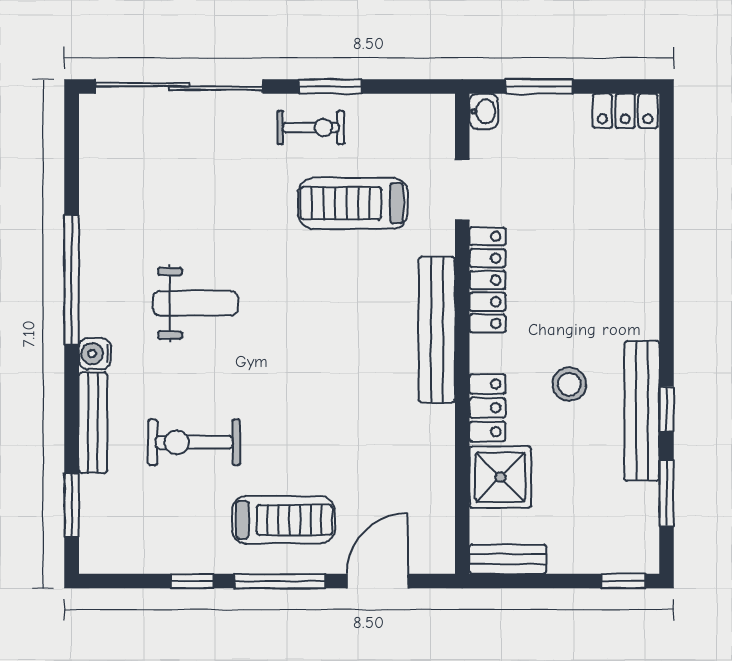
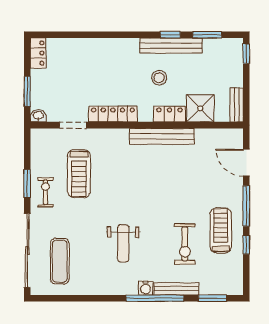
exercise mat: (155, 160) -> (60, 261), added
window: (72, 280) -> (155, 298), moved
weight bench: (195, 303) -> (123, 243), turned 180
bench: (437, 330) -> (162, 136), moved
treadmill: (283, 520) -> (221, 230), moved

